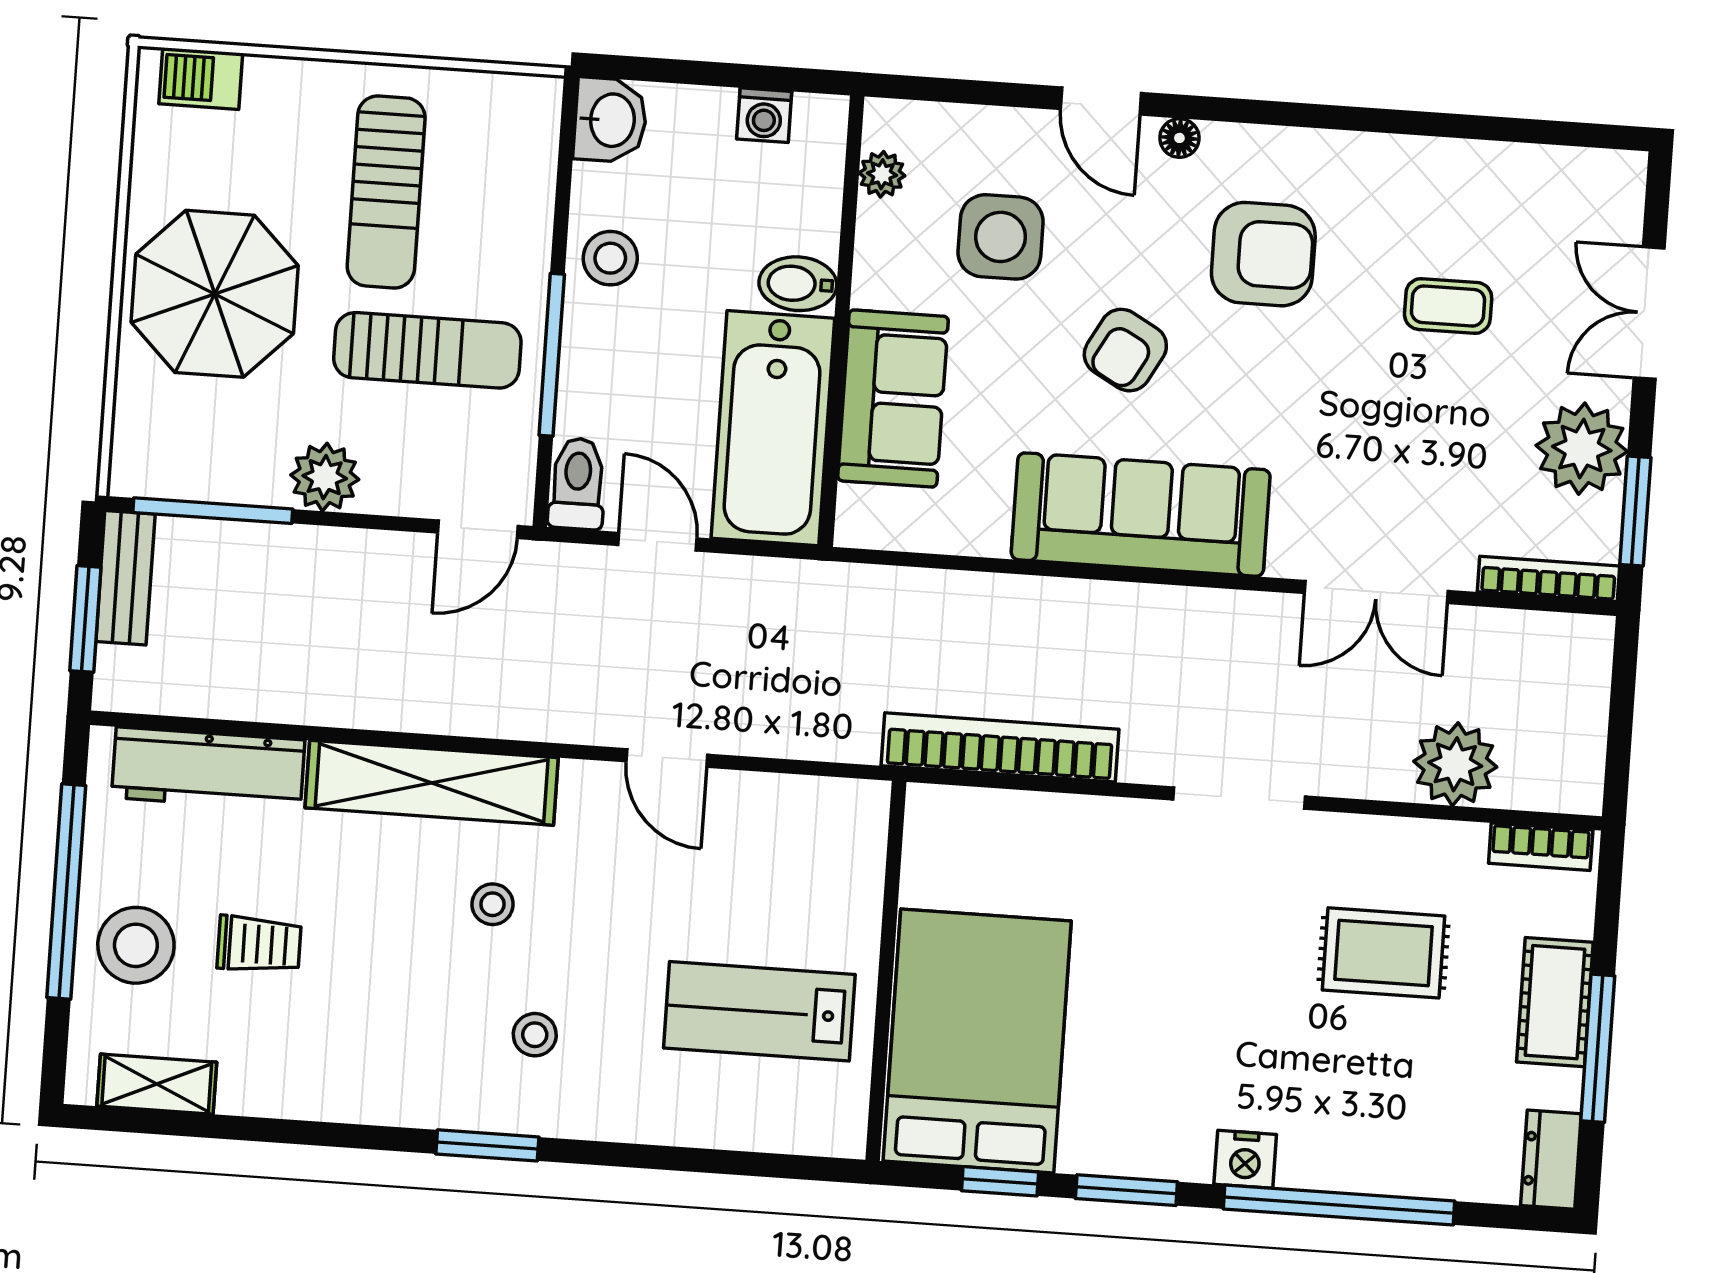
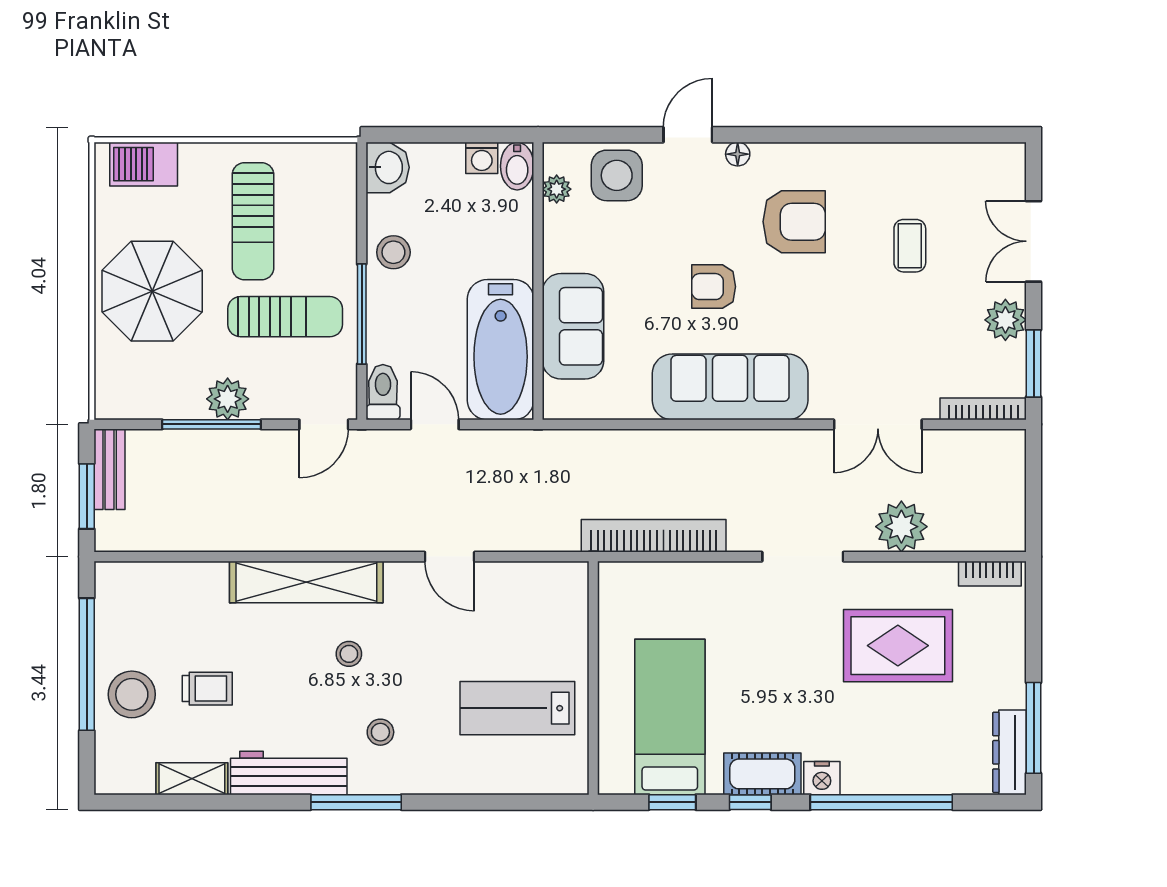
barbecue: (201, 78) -> (144, 164), width x1.38, depth x1.27
door: (1101, 101) -> (688, 135), swing flipped
side table: (1001, 237) -> (617, 175), moved
bidet: (798, 284) -> (517, 166), moved, turned -90
coffee table: (1448, 306) -> (910, 246), turned 90
armchair: (1125, 350) -> (714, 287), turned 61
plant: (1582, 449) -> (1005, 320), width x0.73, depth x0.73
window: (213, 511) -> (212, 424), moved
plant: (1455, 764) -> (901, 527), moved
workbench: (208, 769) -> (289, 773), moved, turned 180
rug: (1384, 953) -> (898, 646), width x1.36, depth x1.43
cot: (1555, 1002) -> (762, 774), moved, turned 90
bed: (977, 1041) -> (670, 717), width x0.67
window: (1598, 1048) -> (1034, 728), moved
shelving: (157, 1084) -> (192, 779), moved
window: (487, 1145) -> (356, 802), width x1.44
dresser: (1551, 1160) -> (1010, 752), width x1.44
window: (1126, 1190) -> (750, 802), width x0.67

